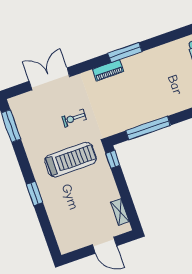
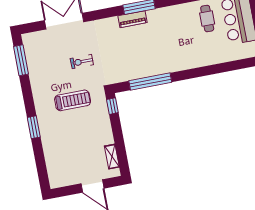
piano: (108, 70) -> (132, 19), moved
treadmill: (71, 160) -> (73, 100), width x0.73, depth x0.73

